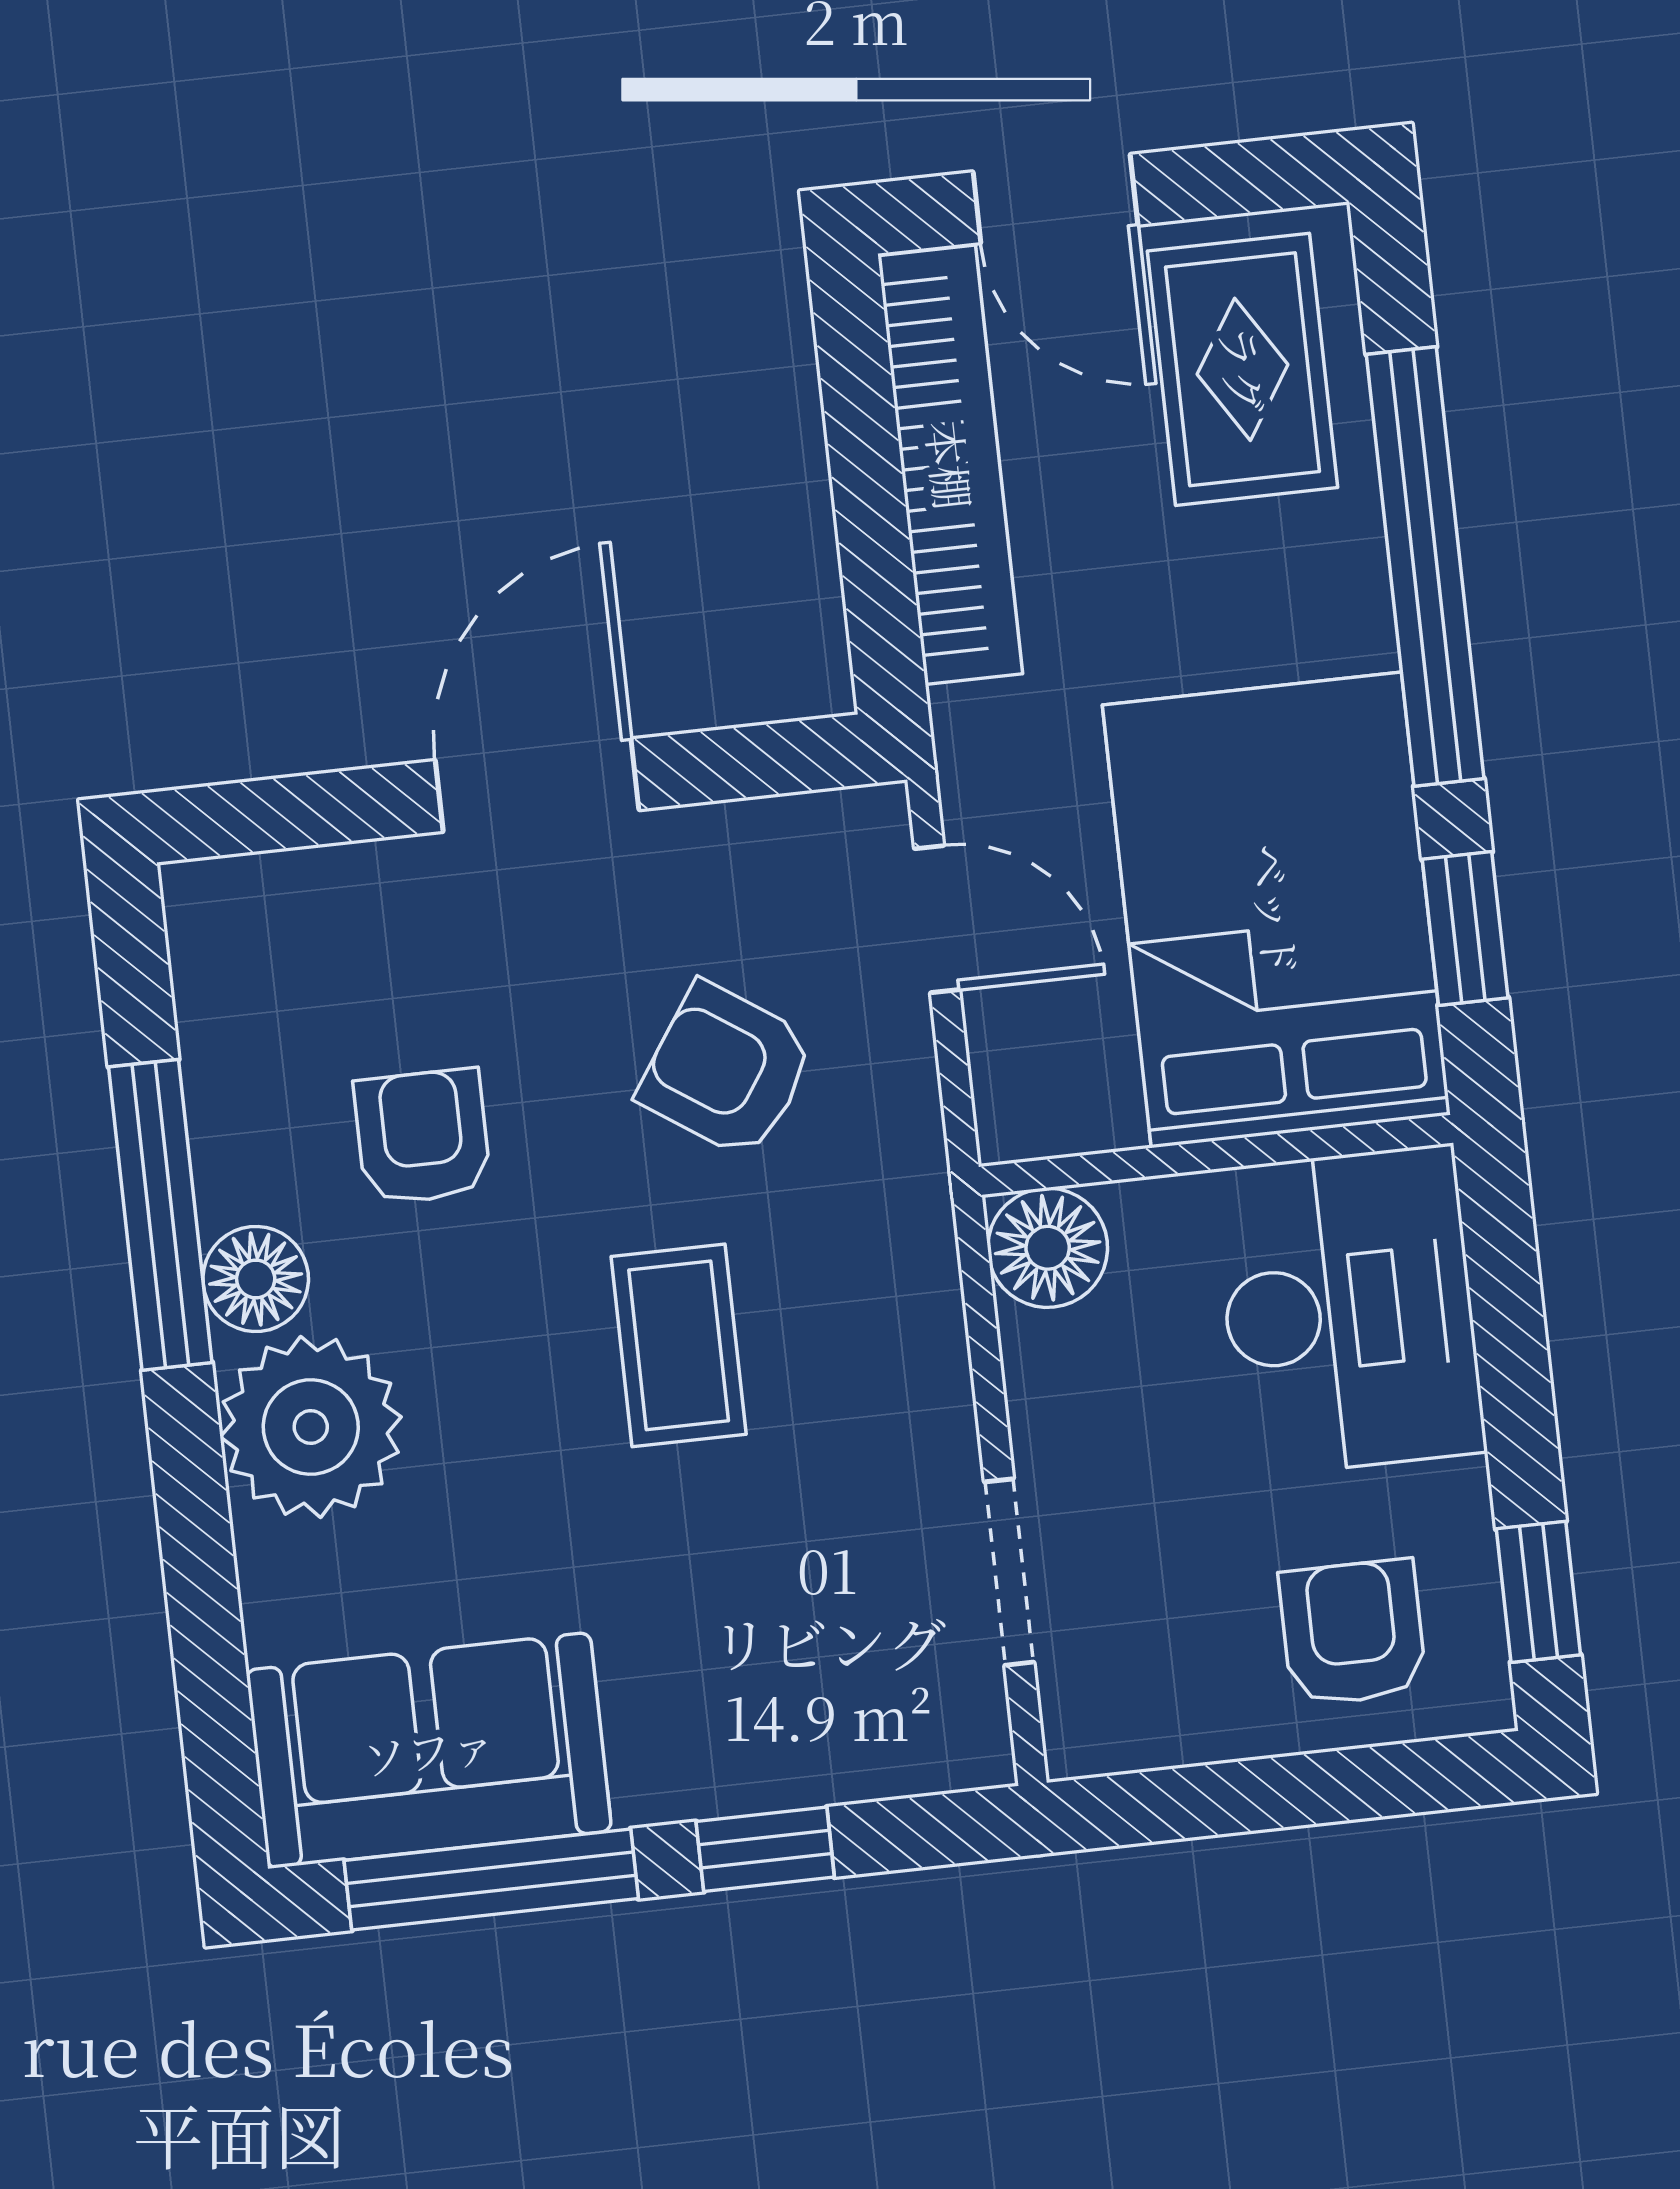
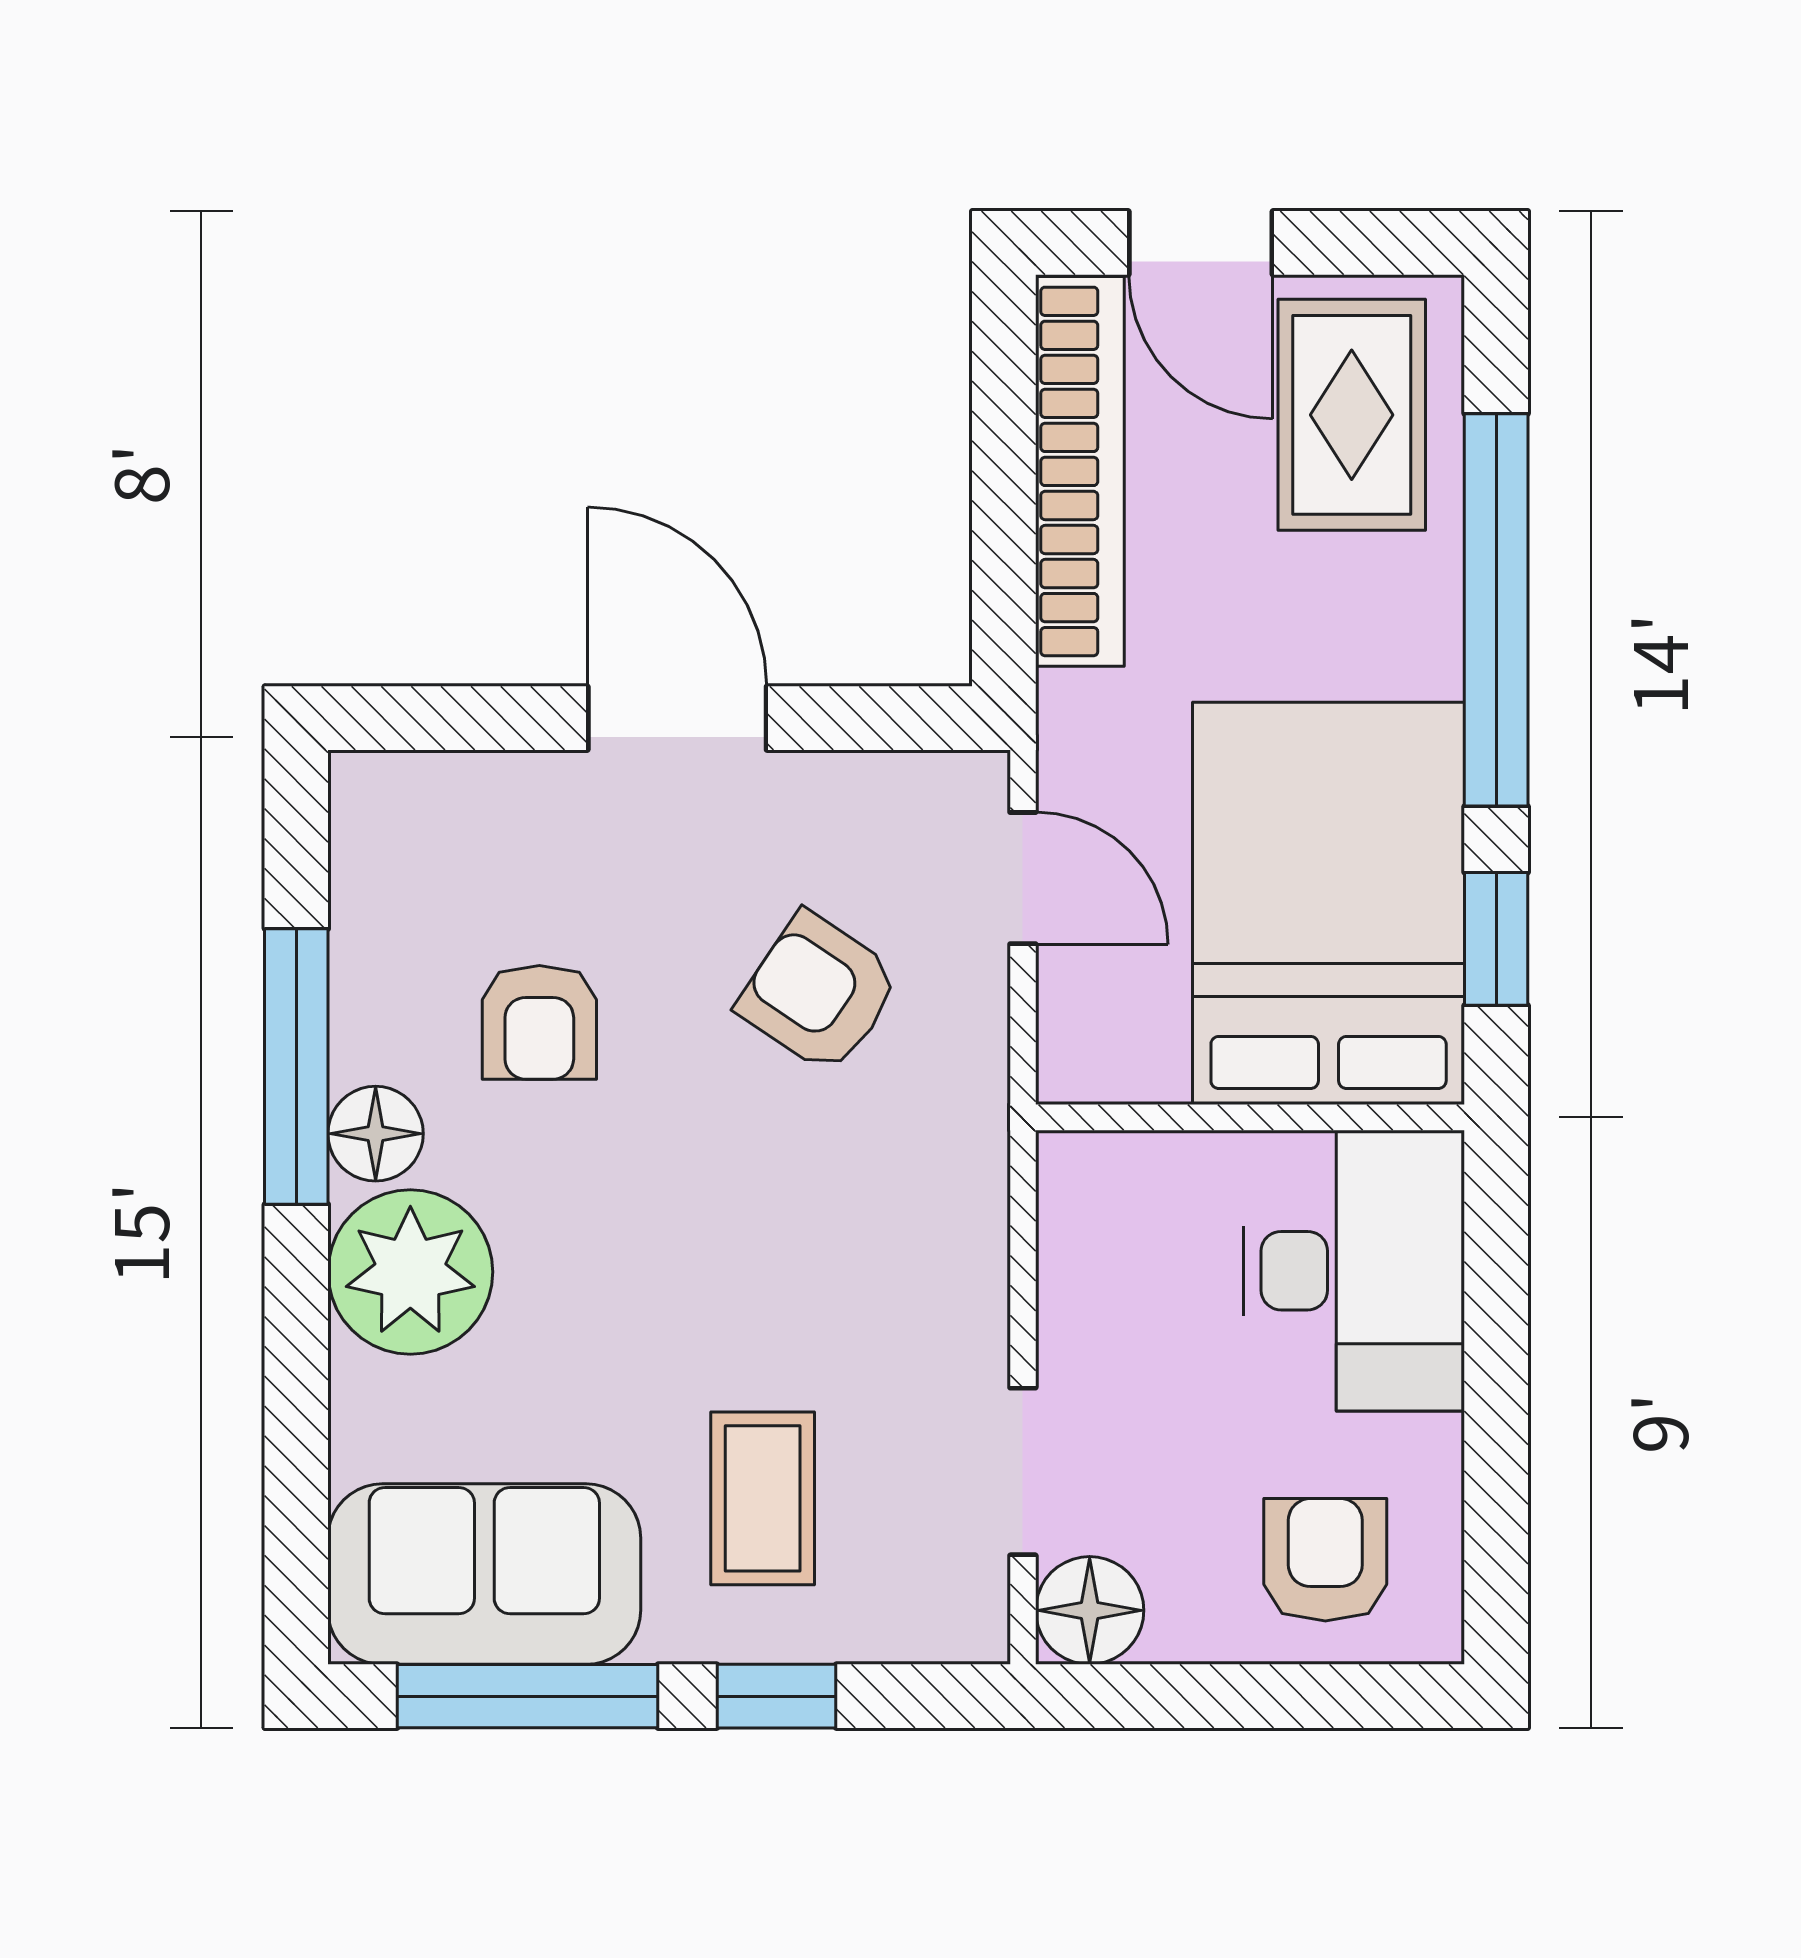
door: (537, 785) -> (677, 718), hinge flipped
armchair: (422, 1137) -> (539, 1022), turned 180
floor lamp: (1048, 1248) -> (1090, 1610), moved
coffee table: (679, 1345) -> (763, 1498), moved
window: (1538, 1592) -> (1496, 1542), removed

